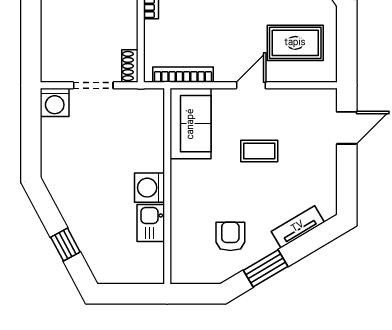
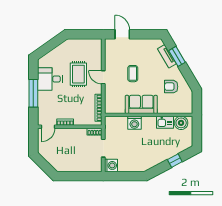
rug: (295, 43) -> (78, 74), moved
sofa: (191, 124) -> (141, 104), moved
washing machine: (150, 188) -> (134, 123), moved
boiler: (149, 258) -> (181, 123), added
window: (266, 268) -> (177, 56), moved

